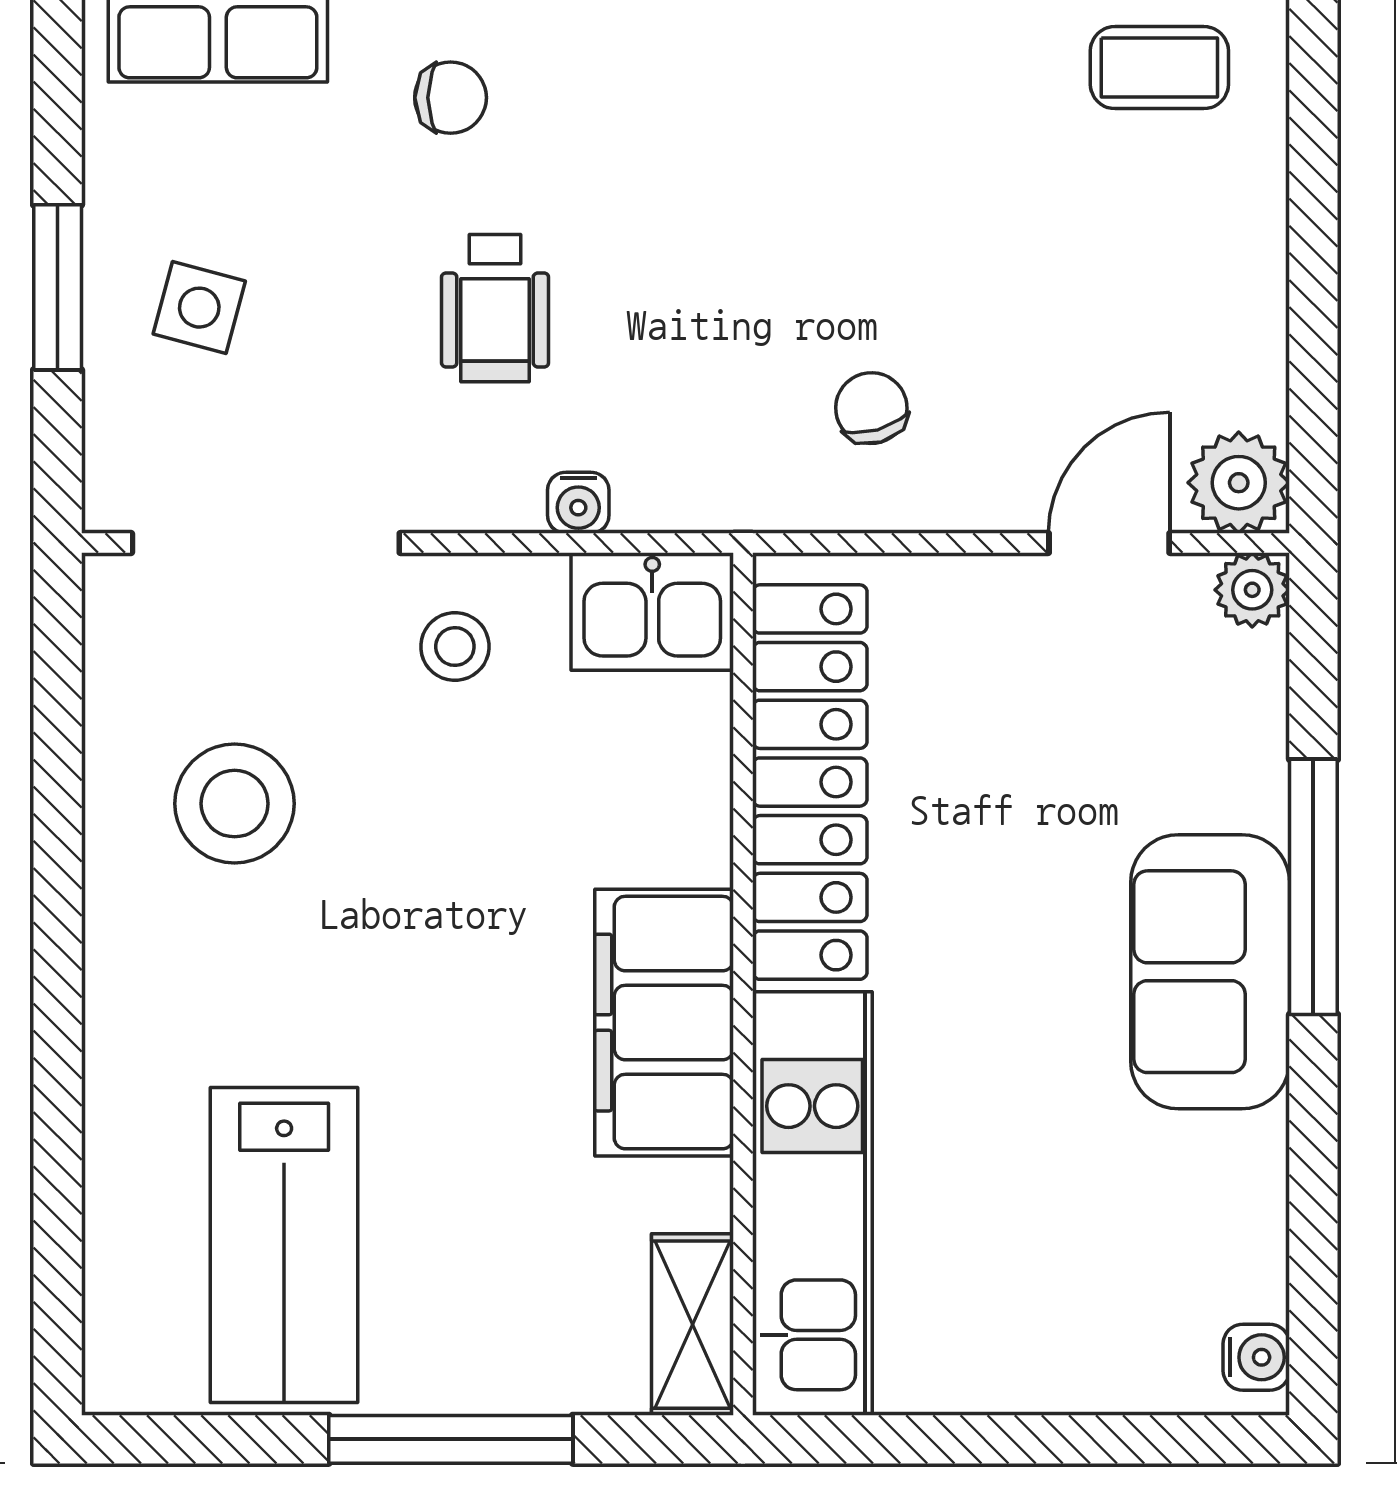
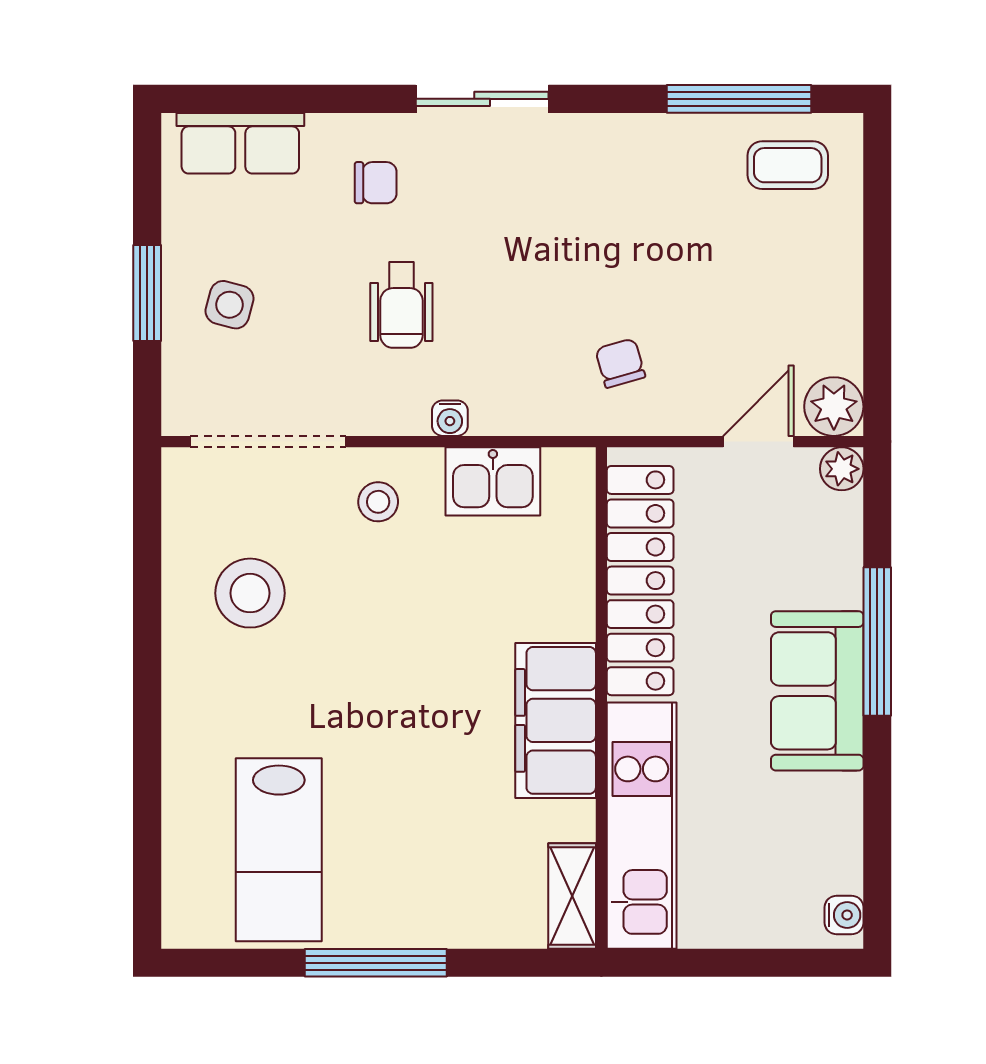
locker: (810, 782) -> (640, 581), moved
wall: (743, 984) -> (601, 698), moved
filing cabinet: (664, 1023) -> (556, 720), moved
kitchen unit: (812, 1204) -> (642, 826), moved
shelving: (693, 1325) -> (572, 896), moved

